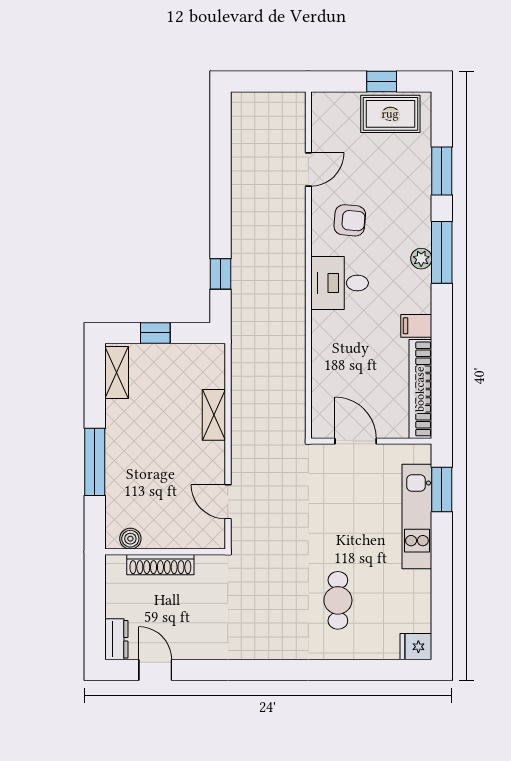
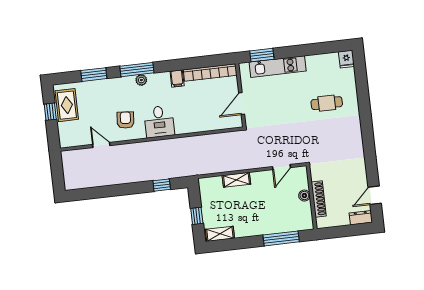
window: (95, 462) -> (281, 238), moved
boiler: (130, 539) -> (304, 196), moved

